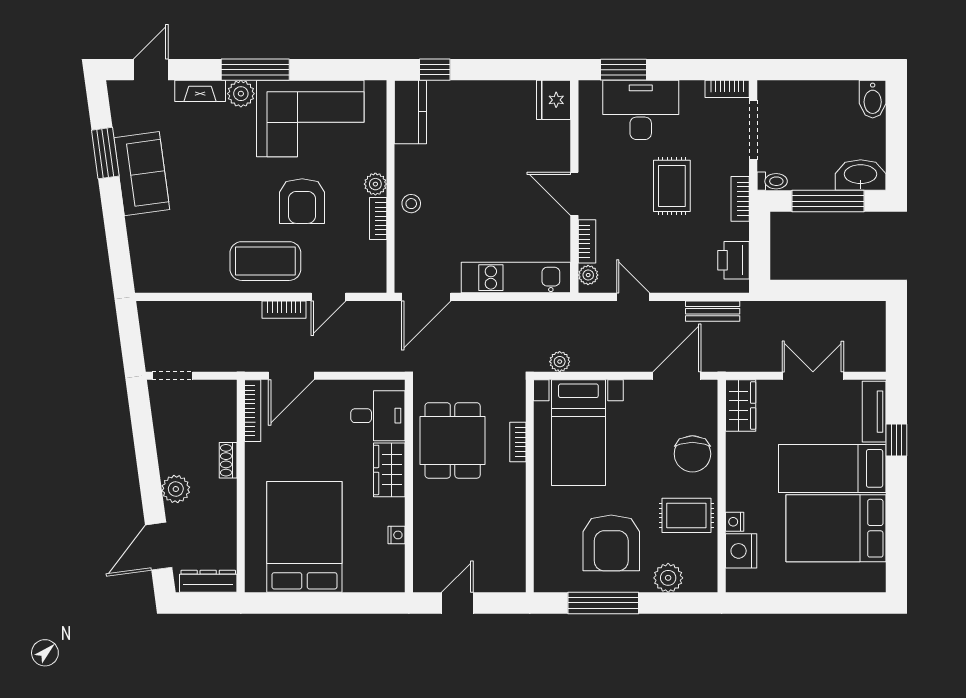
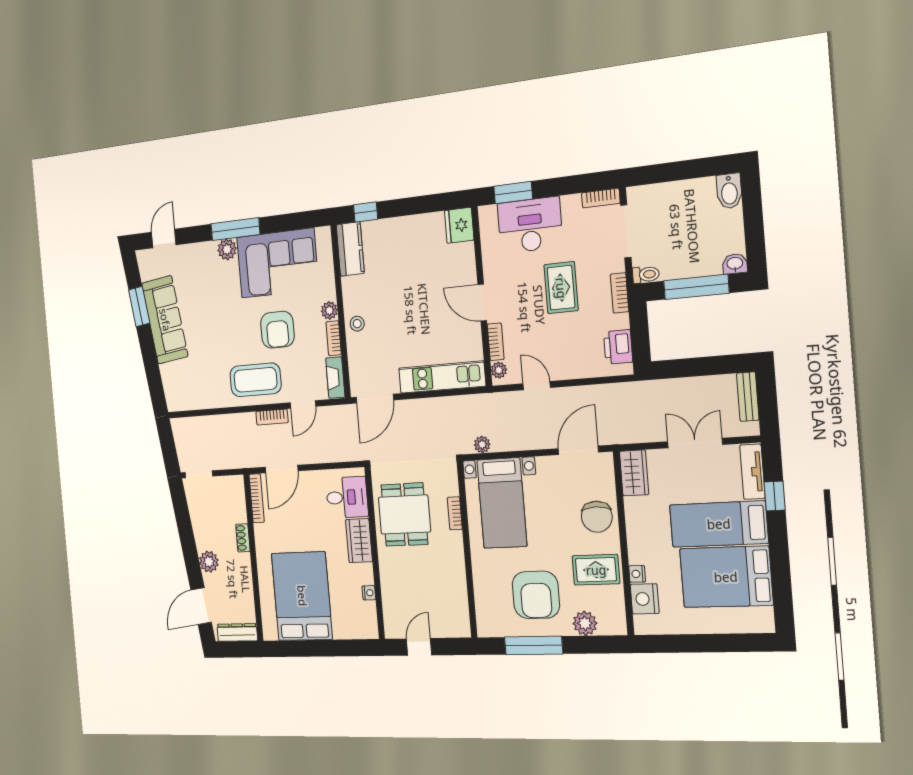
fireplace: (200, 91) -> (335, 378), moved, turned 90
sofa: (142, 174) -> (165, 320), width x1.36
washbasin: (861, 175) -> (735, 264), width x0.52, depth x0.69
bench: (713, 311) -> (748, 397), moved, turned 90

